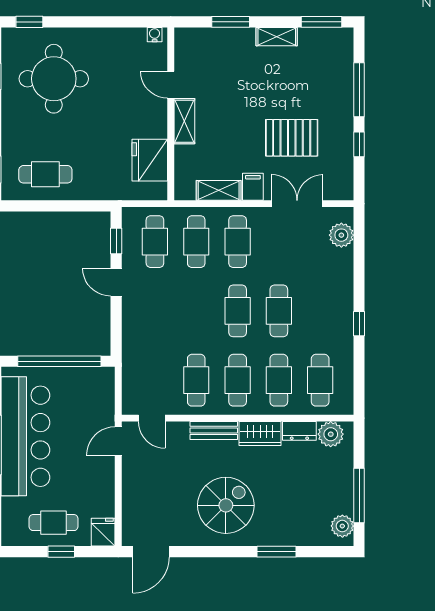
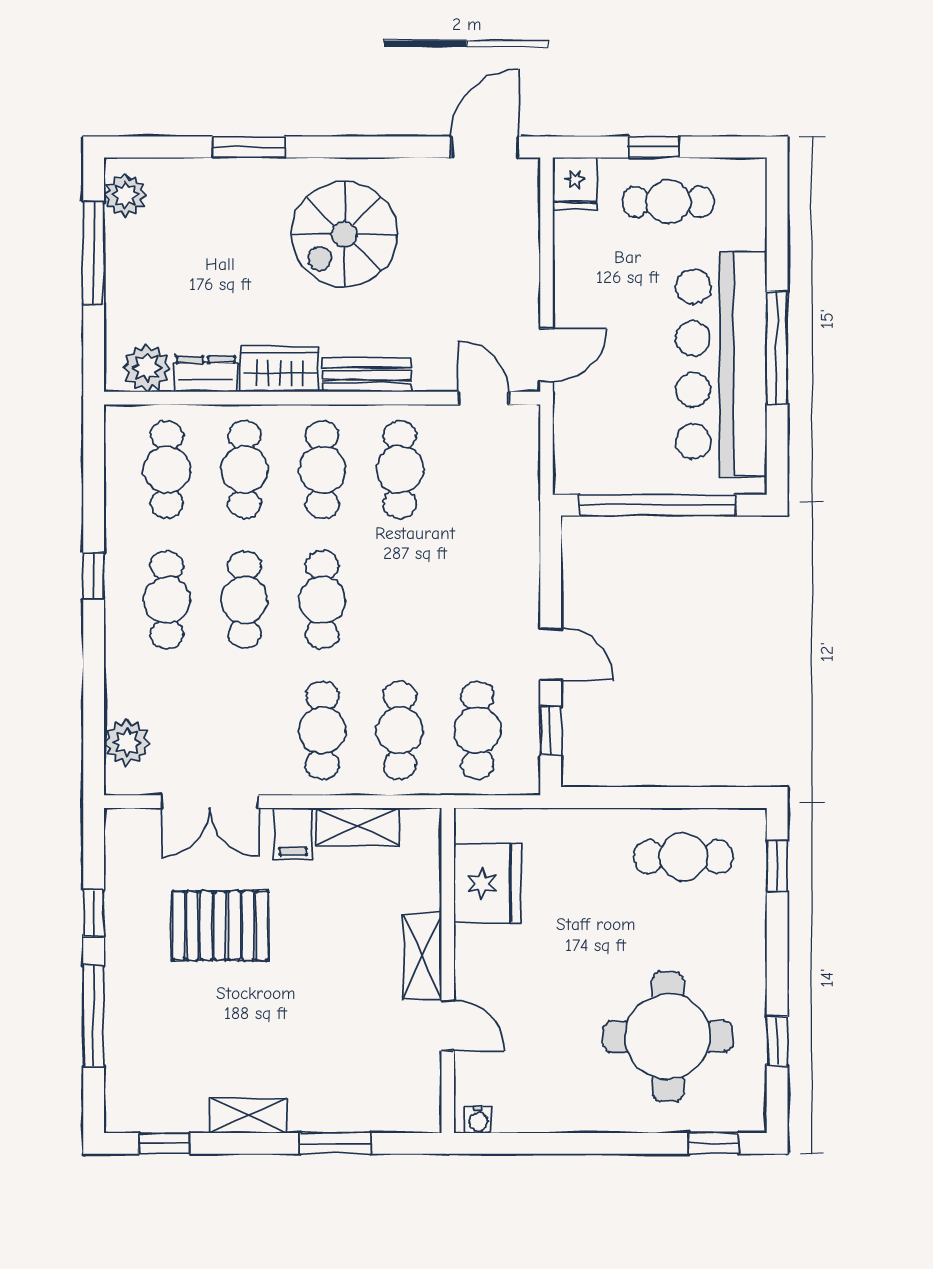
window: (322, 22) -> (164, 1143), width x0.67
cafe table: (320, 311) -> (167, 600), added

